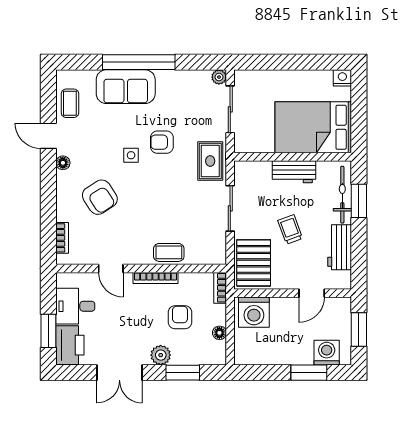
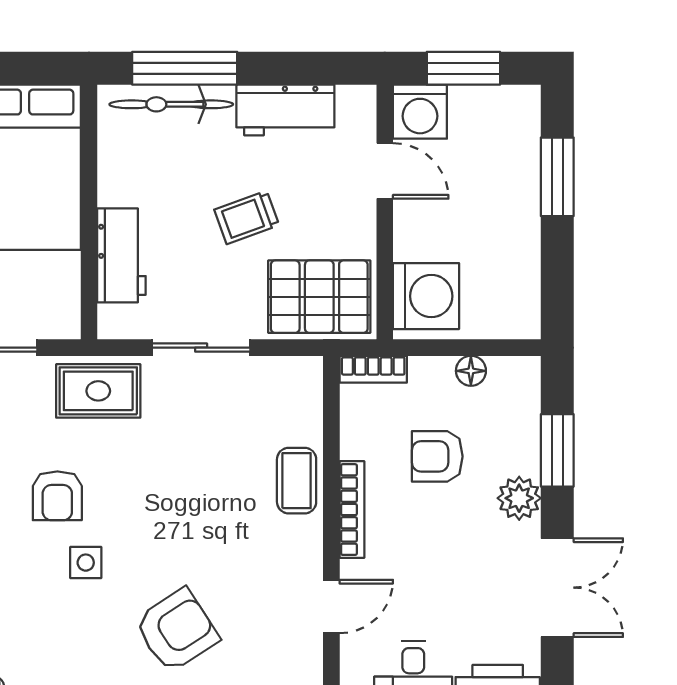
workbench: (294, 172) -> (121, 255), moved
window: (359, 201) -> (185, 68), width x1.44
washing machine: (327, 353) -> (420, 112), moved, turned -90

